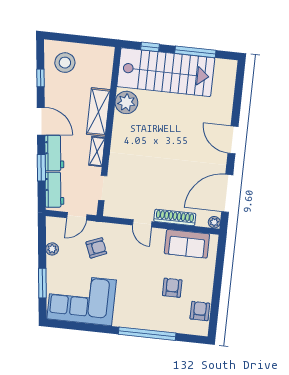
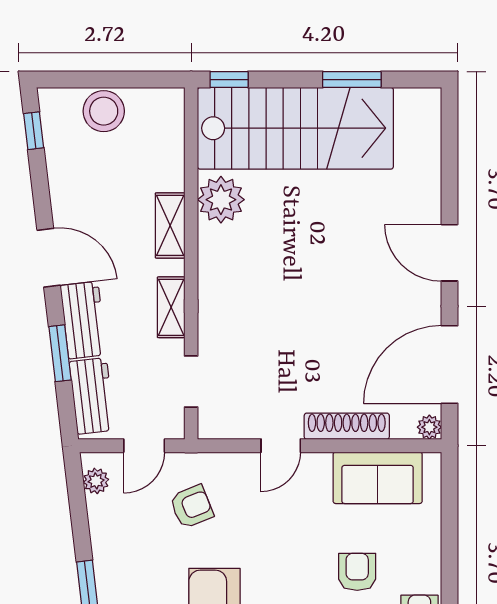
window: (150, 47) -> (229, 80), moved
window: (195, 52) -> (352, 80), width x0.69
stool: (65, 63) -> (104, 111), moved
window: (40, 78) -> (34, 131), moved
shelving: (98, 112) -> (170, 225), width x0.67, depth x0.75
door: (142, 223) -> (281, 446), hinge flipped
plant: (52, 249) -> (96, 481), moved

